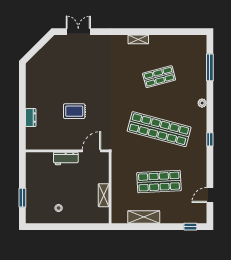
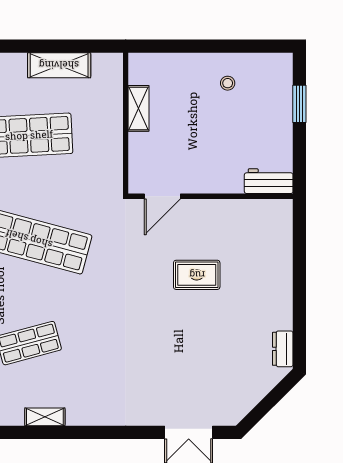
shelving: (138, 39) -> (45, 417), moved
dresser: (31, 118) -> (283, 349), moved
workbench: (66, 158) -> (269, 181), moved

